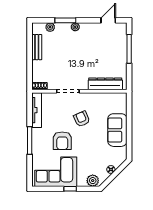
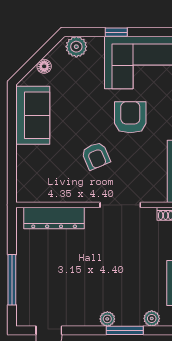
sofa: (117, 130) -> (33, 115), moved

